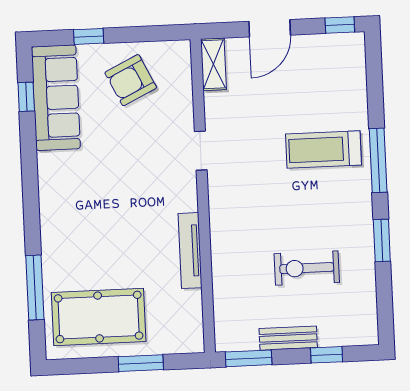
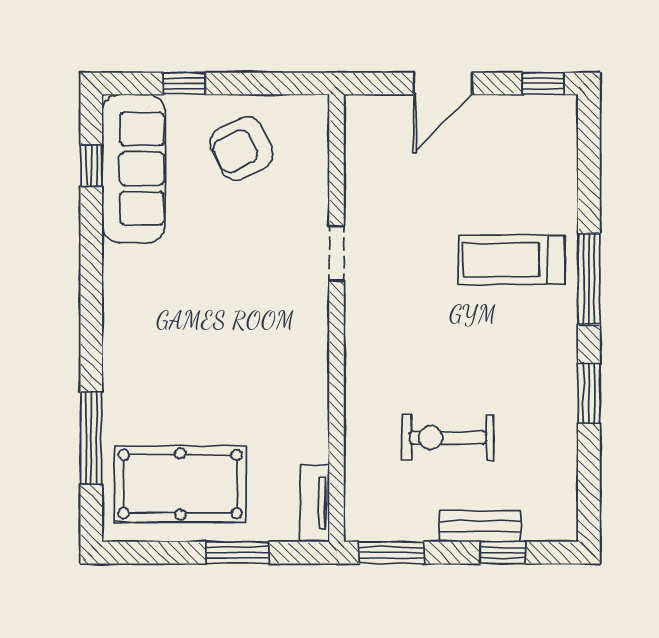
shelving: (213, 64) -> (360, 131), removed
tv unit: (190, 251) -> (315, 503), moved, width x0.71
exercise bike: (307, 268) -> (448, 438), moved
bench: (288, 338) -> (480, 526), moved

